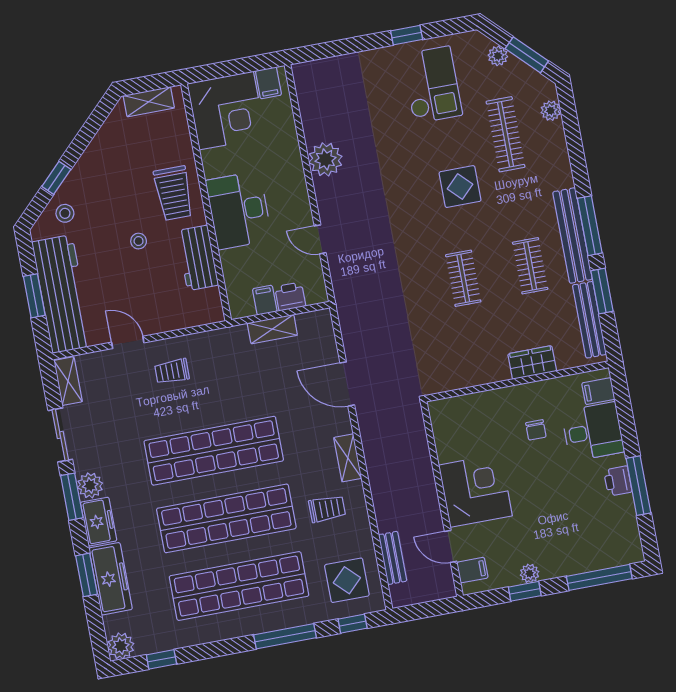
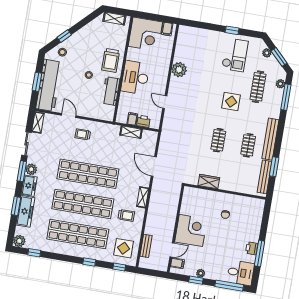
window: (590, 226) -> (286, 97), moved
wardrobe: (532, 363) -> (209, 182), moved
filing cabinet: (598, 391) -> (257, 208), removed
desk: (593, 432) -> (241, 273), moved
door: (451, 546) -> (172, 250), swing flipped
window: (285, 636) -> (89, 262), width x0.46

